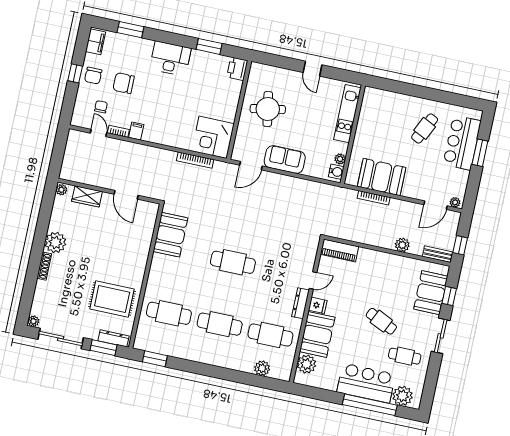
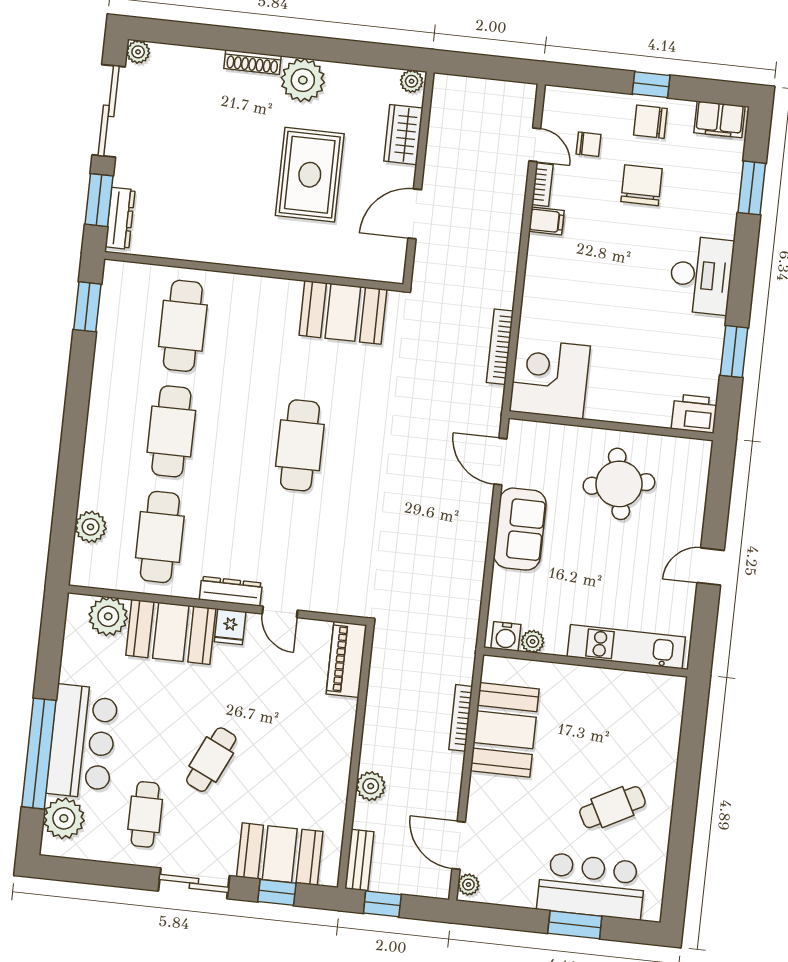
cafe table: (425, 128) -> (612, 807), turned -54
door: (99, 133) -> (535, 145), hinge flipped
rug: (112, 299) -> (310, 175), moved

